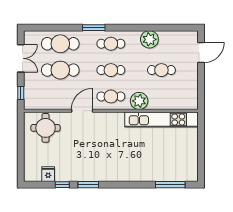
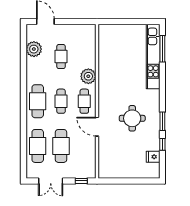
window: (94, 28) -> (23, 116), removed
plant: (149, 39) -> (34, 49), moved
cafe table: (111, 44) -> (38, 101), width x1.37, depth x1.35
double door: (21, 58) -> (51, 181), swing flipped
kitchen unit: (161, 120) -> (153, 56), moved, turned 180
round table: (45, 128) -> (132, 118), moved

